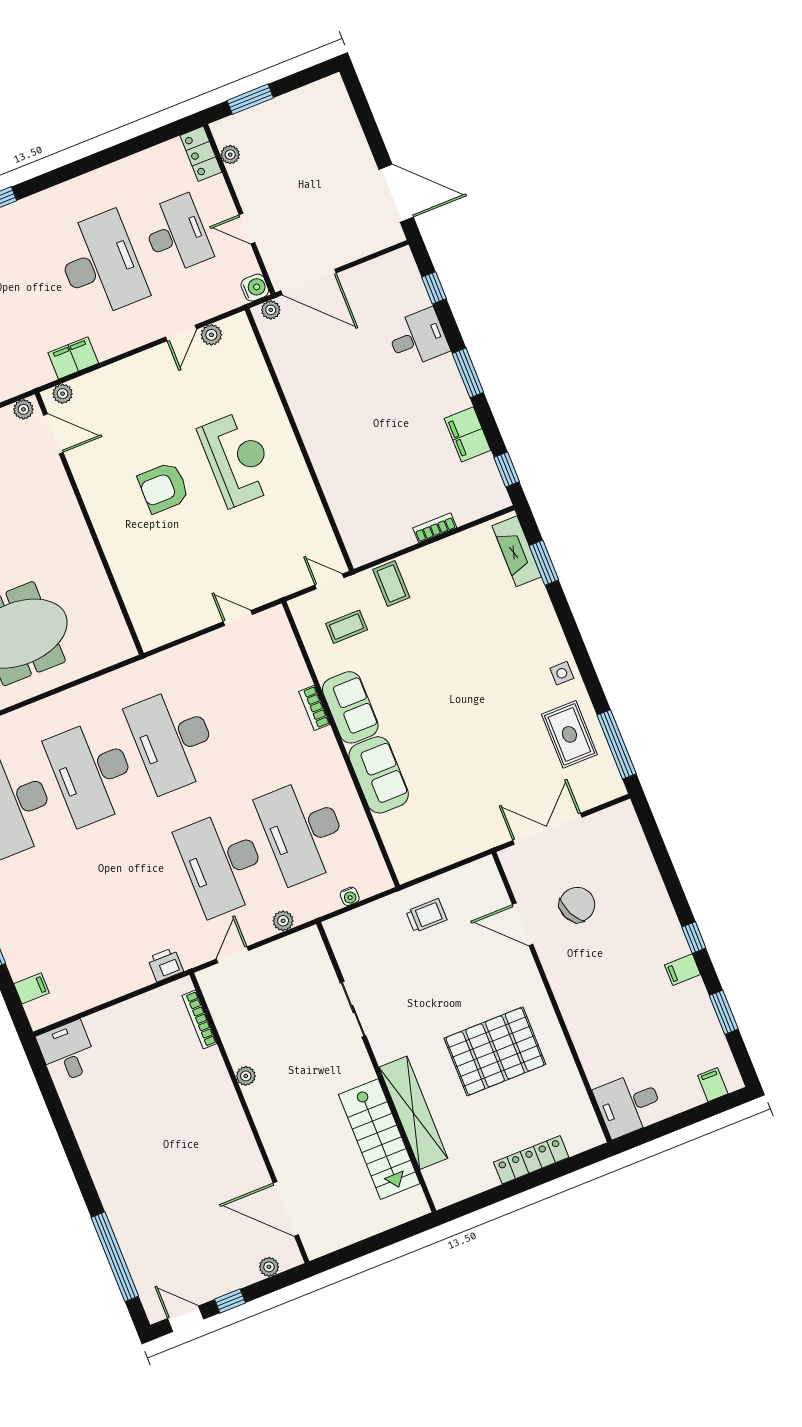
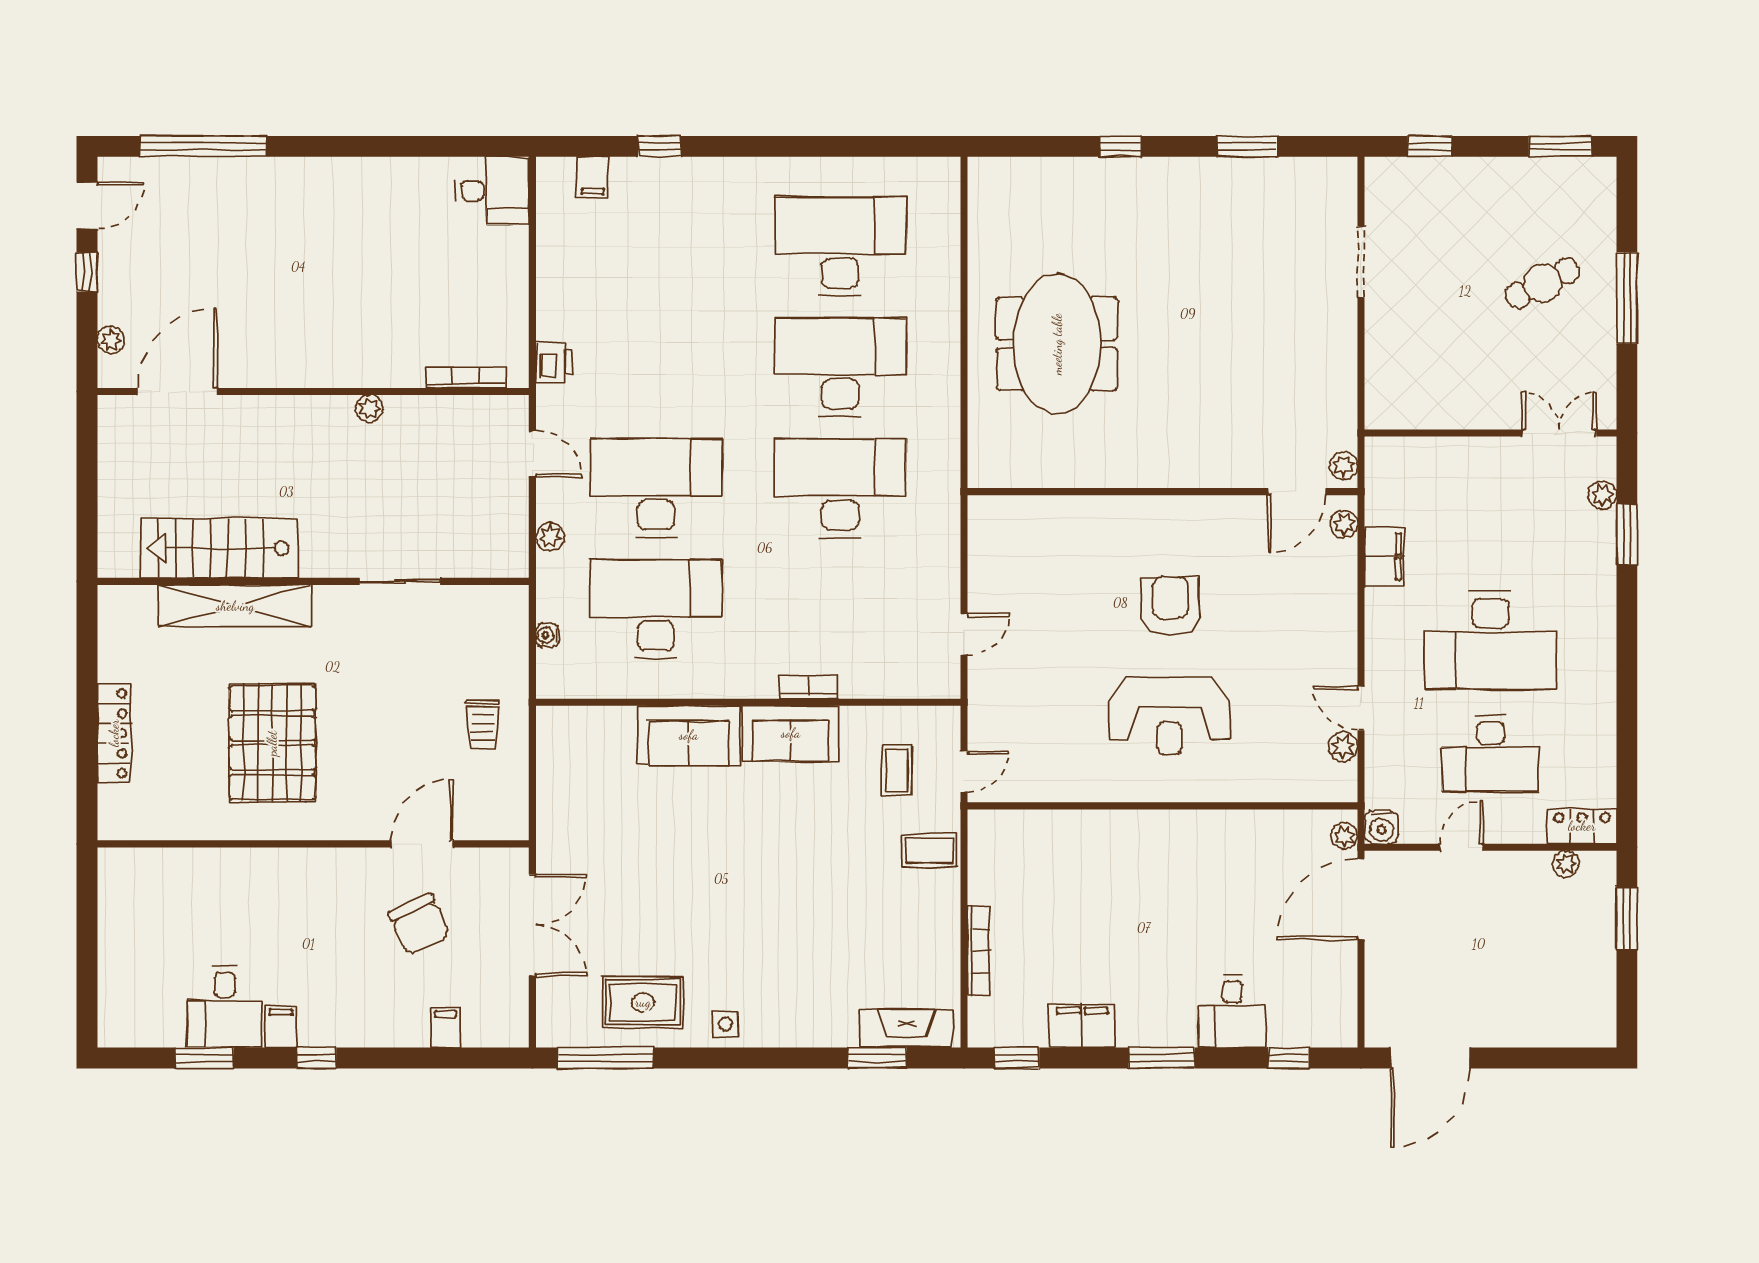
bookcase: (435, 528) -> (979, 951), width x1.56
filing cabinet: (713, 1085) -> (446, 1028), moved, turned -90
desk: (629, 1104) -> (225, 1007), moved, turned 180

